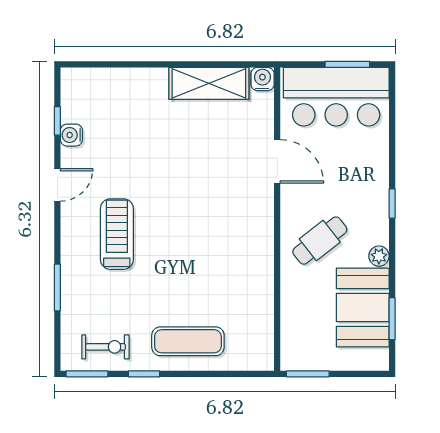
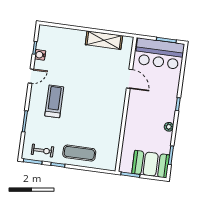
water cooler: (262, 79) -> (128, 41), removed
cafe table: (320, 241) -> (144, 116), removed
booth: (363, 308) -> (151, 164), moved, turned 90

